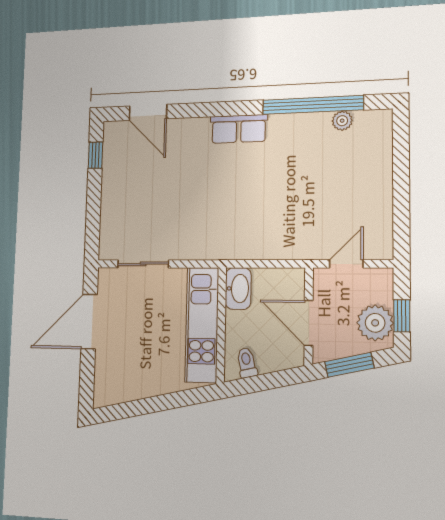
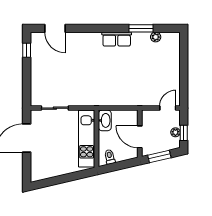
window: (313, 105) -> (141, 28), width x0.47
row of seats: (239, 129) -> (117, 39), moved
door: (346, 264) -> (168, 108), moved
plant: (375, 323) -> (175, 132), width x0.53, depth x0.53

